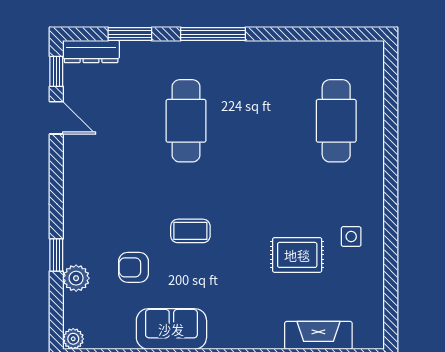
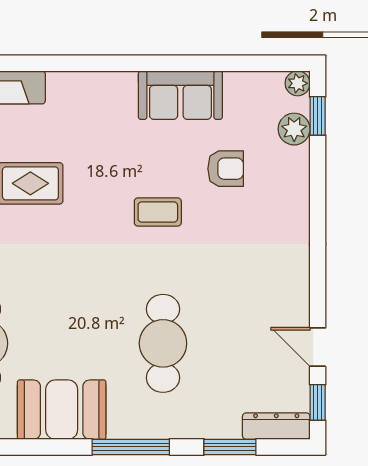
booth: (271, 65) -> (62, 410), added
window: (56, 255) -> (318, 116), moved
plant: (76, 278) -> (294, 129), moved

